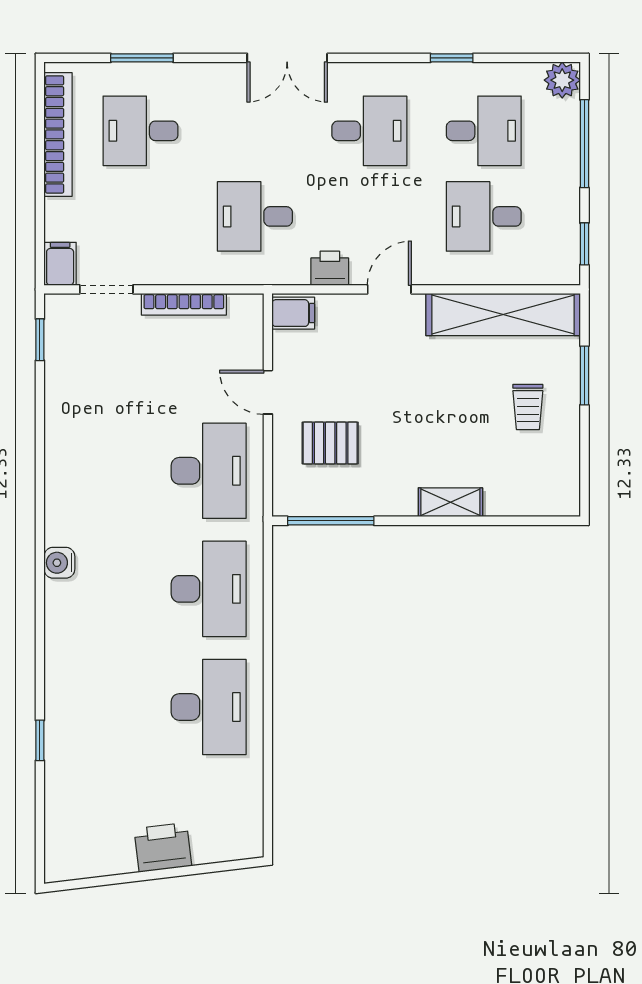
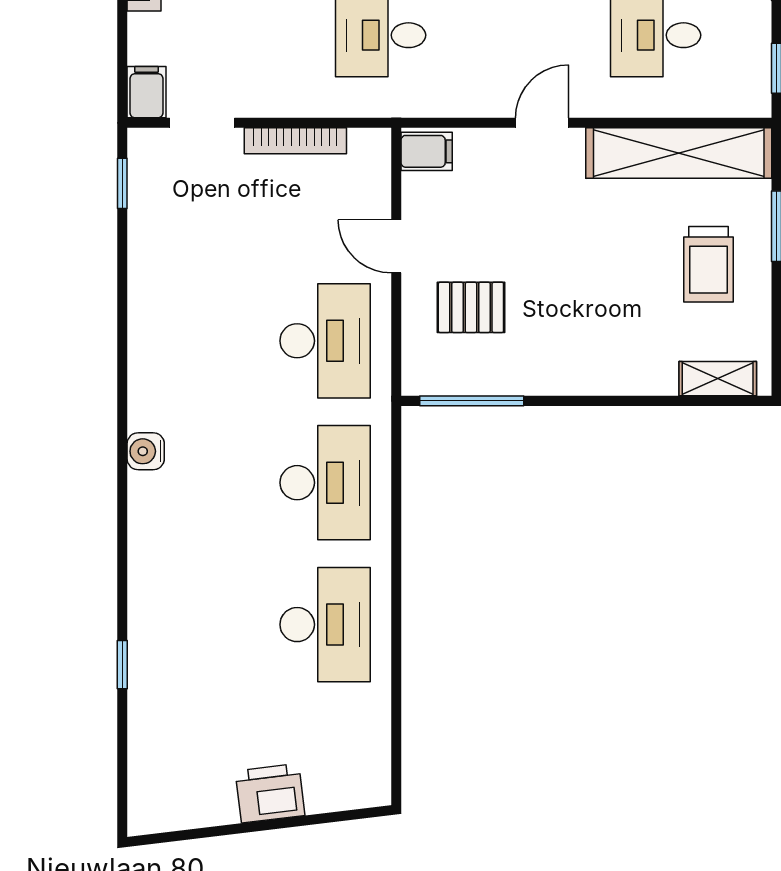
printer: (330, 268) -> (471, 97), removed
trolley: (528, 407) -> (708, 264), width x1.36, depth x1.39
shelving: (450, 502) -> (718, 379), moved

